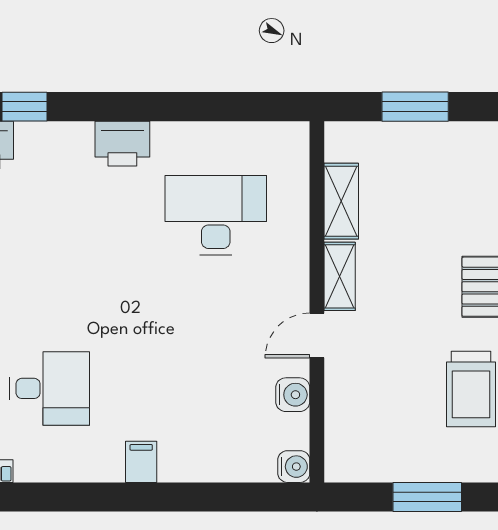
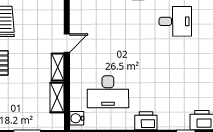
desk: (50, 388) -> (175, 21), turned 180
water cooler: (293, 395) -> (77, 118), moved

